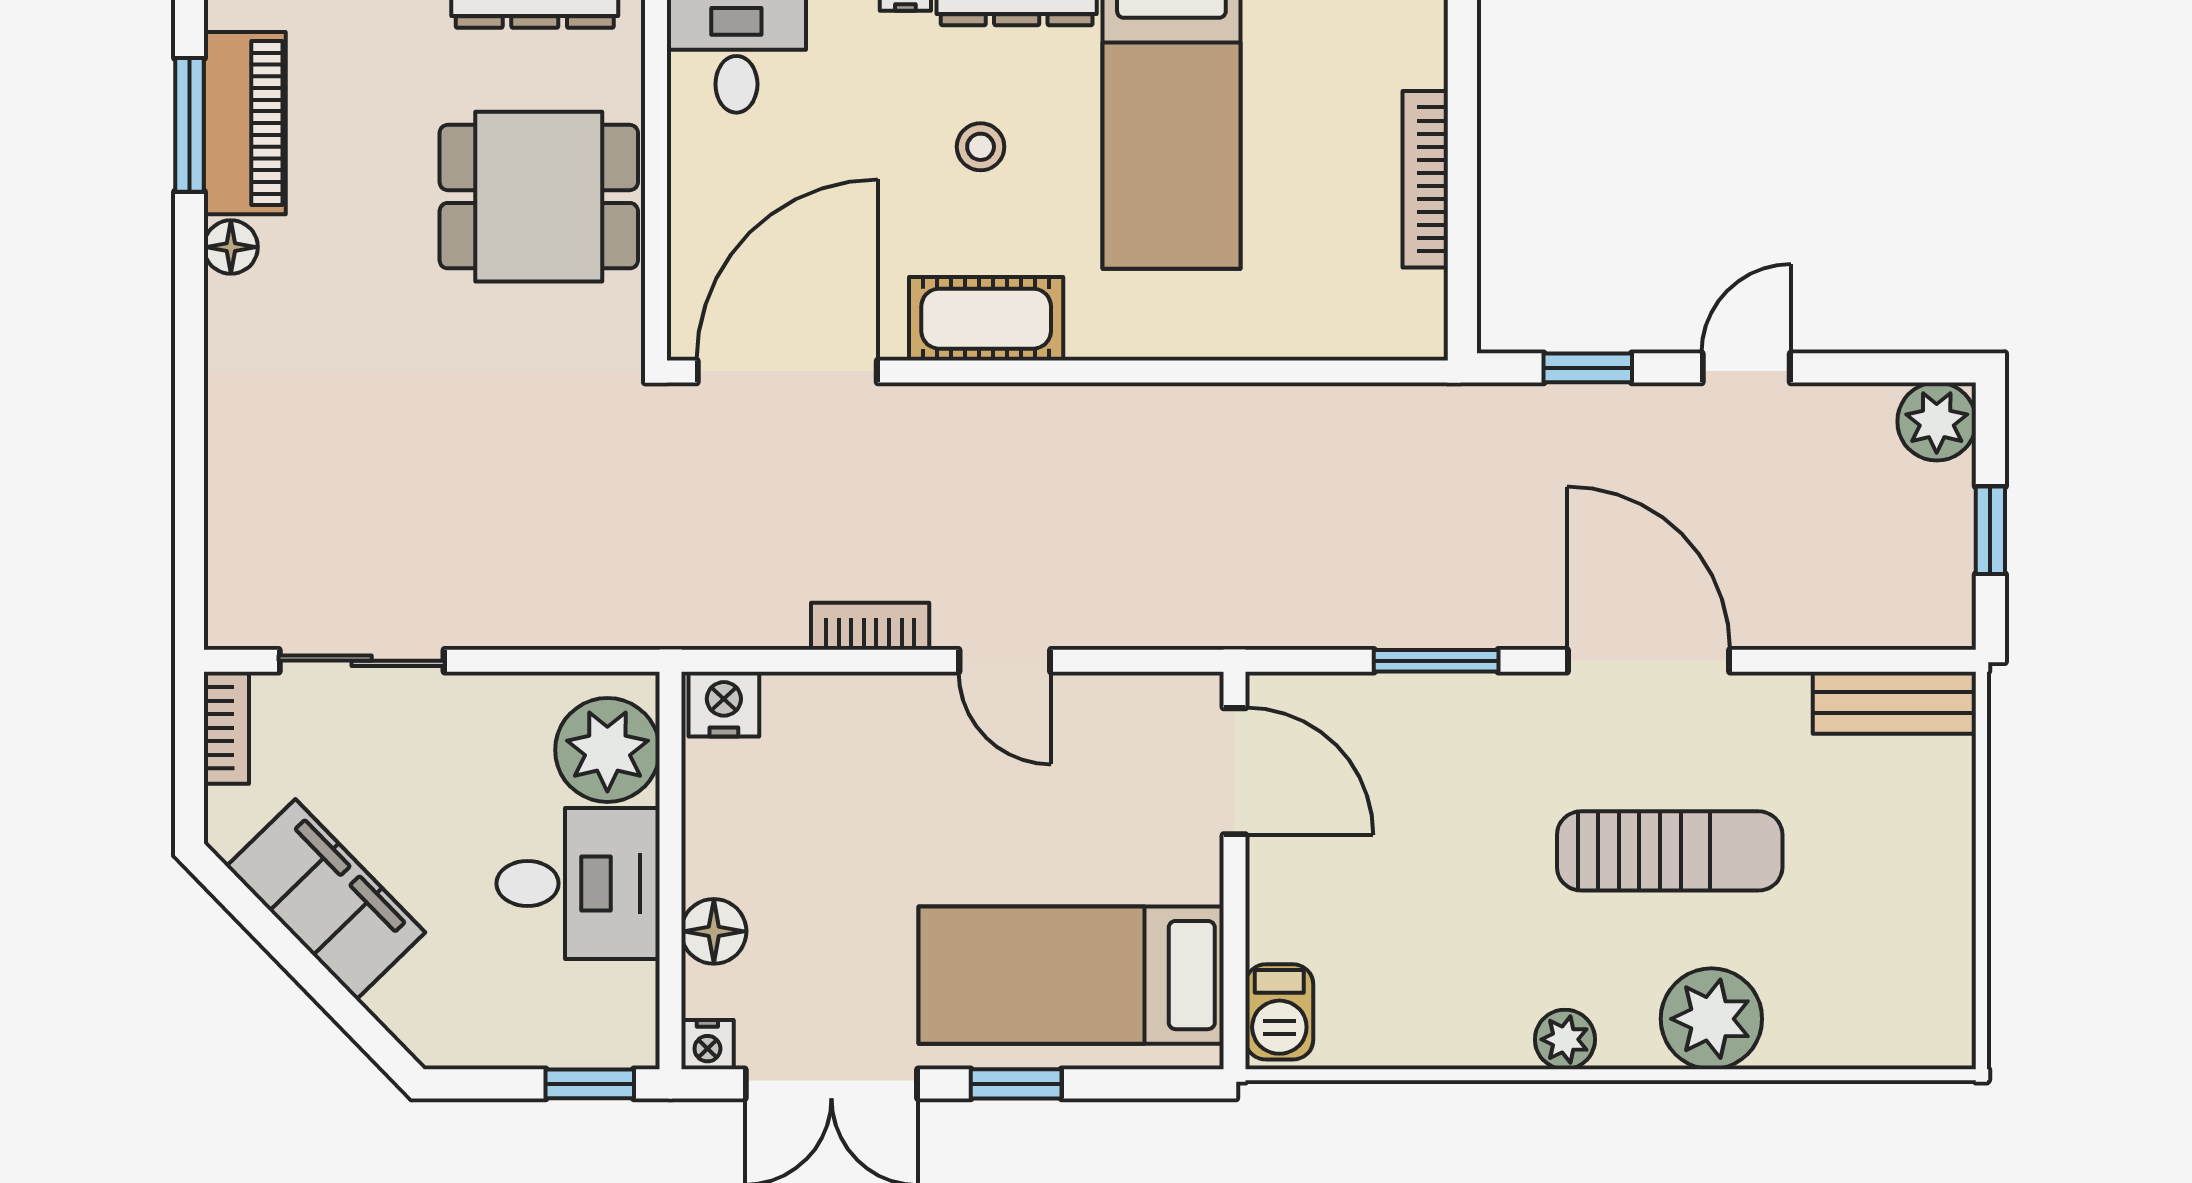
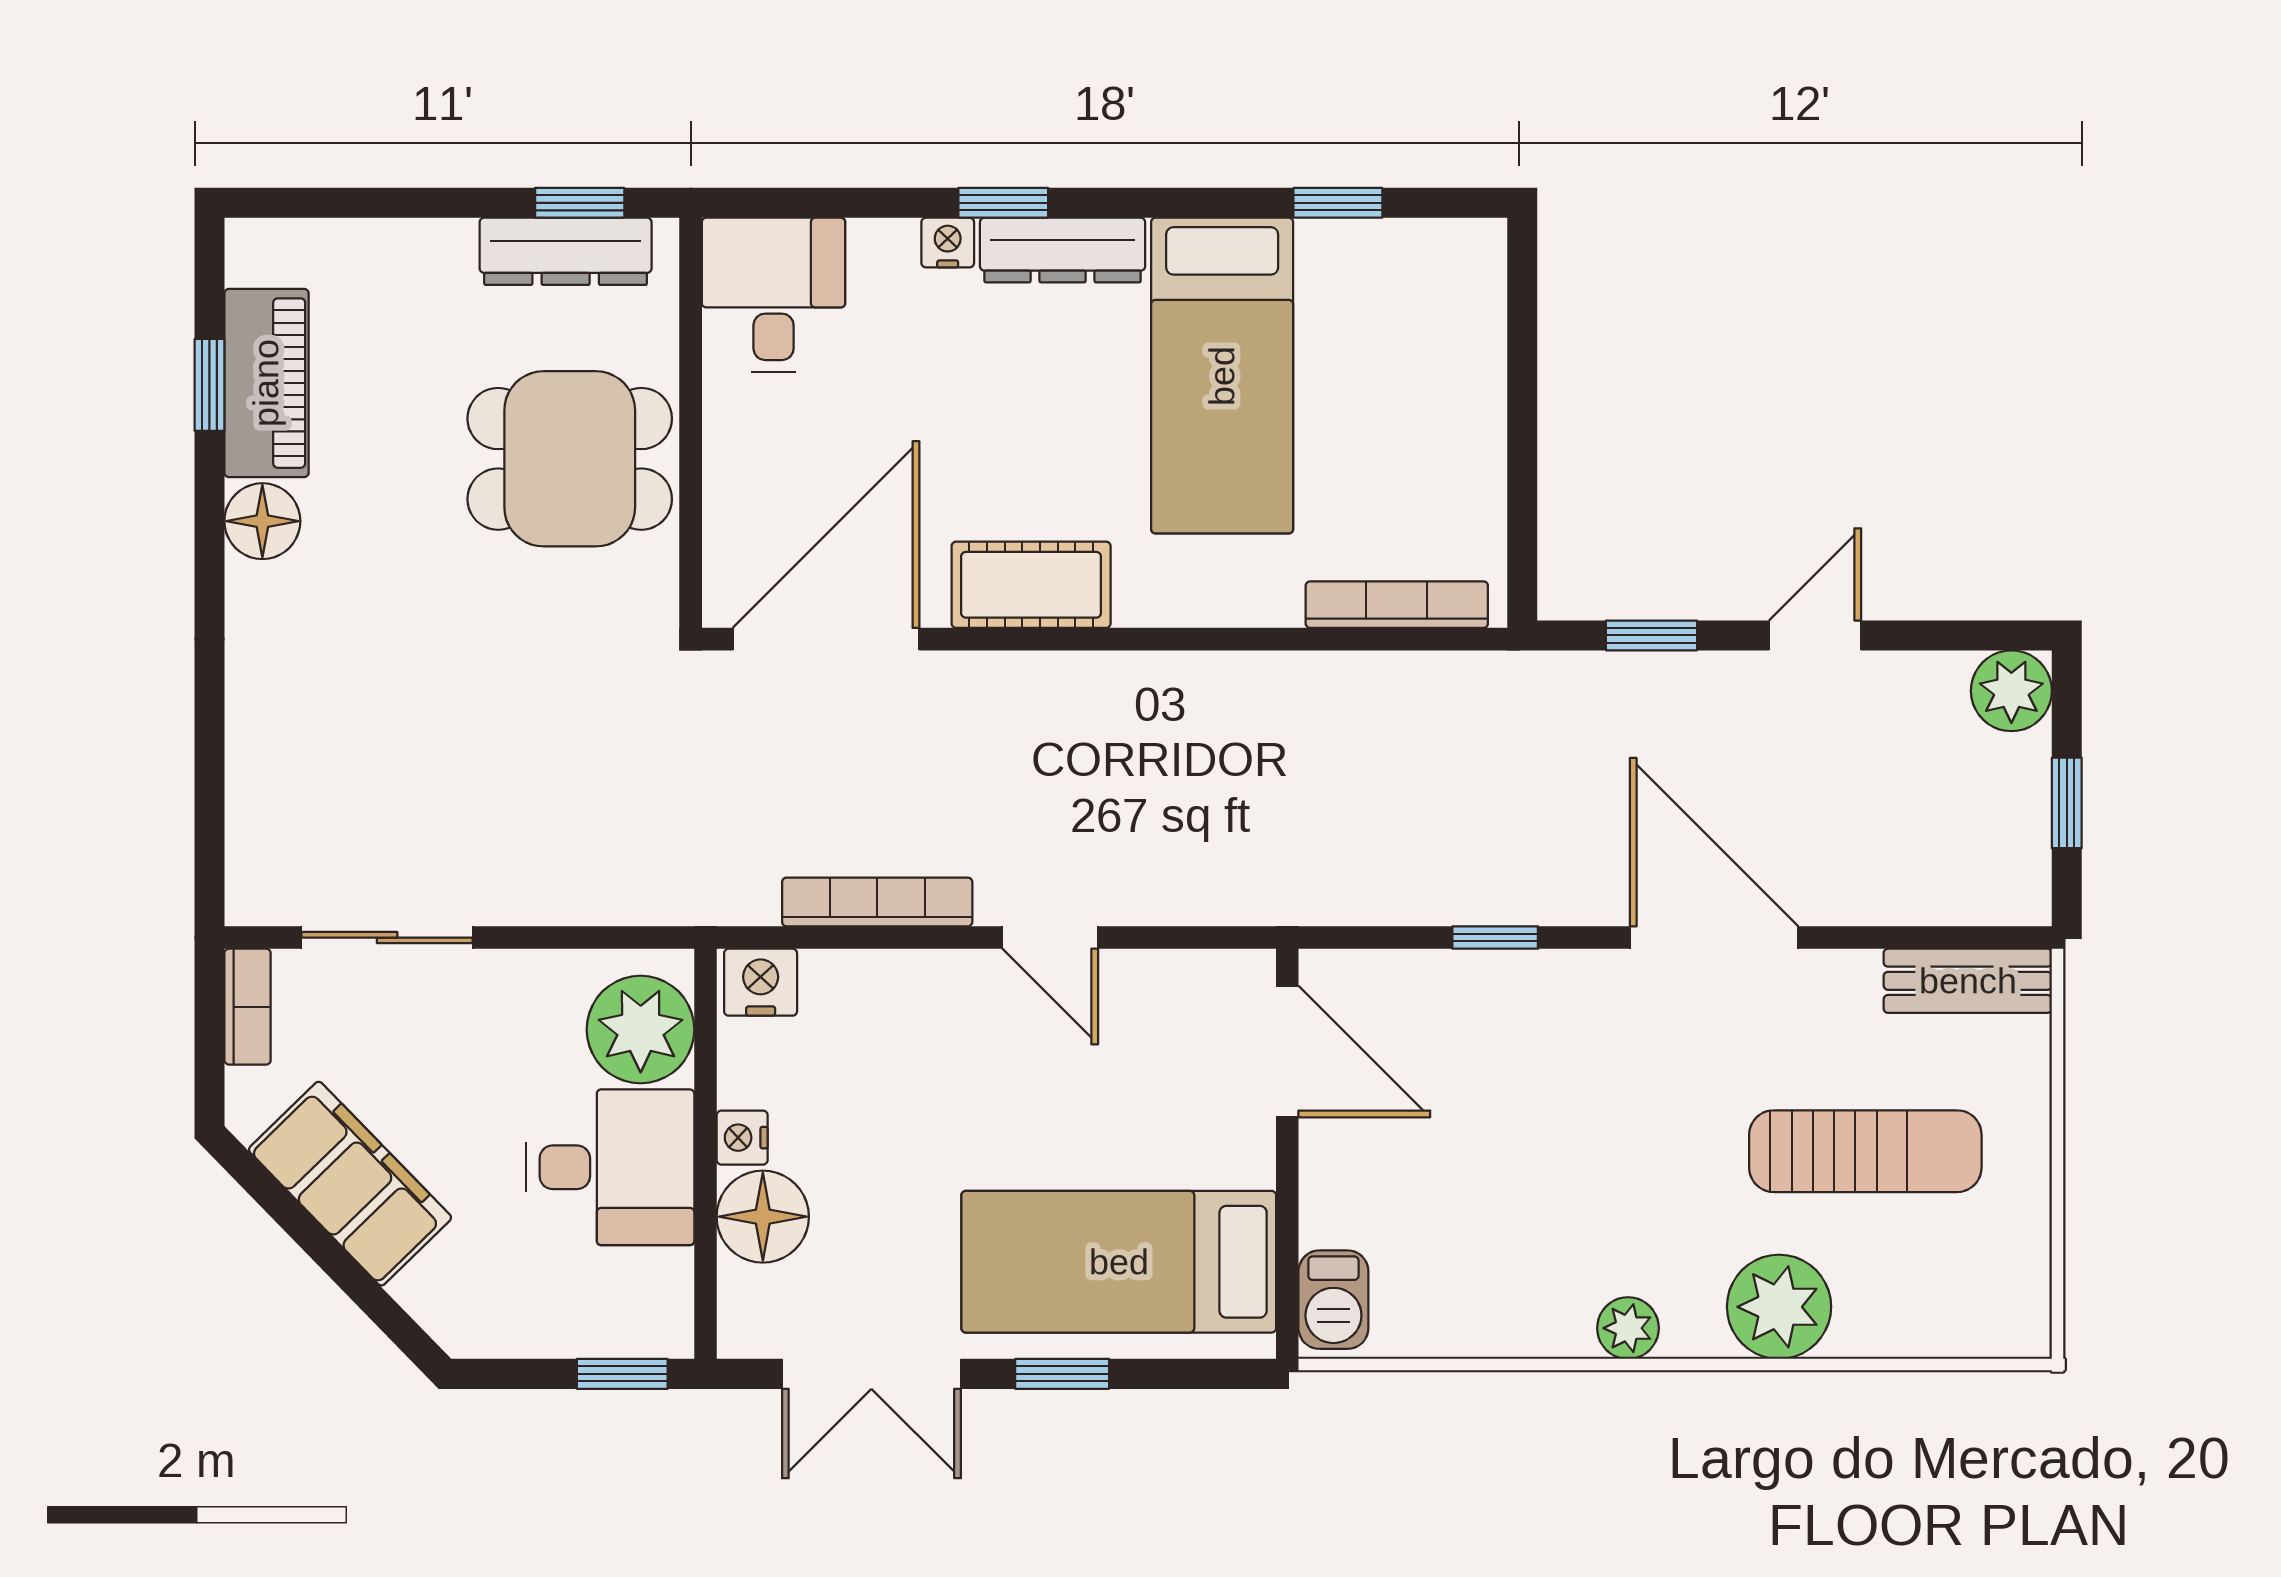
window: (189, 125) -> (209, 385), width x0.67
stool: (981, 147) -> (1025, 408), removed
bookcase: (1425, 179) -> (1397, 605), moved, turned 90
floor lamp: (231, 247) -> (262, 521), width x1.37, depth x1.37
bookcase: (870, 626) -> (877, 902), width x1.56
window: (1436, 661) -> (1495, 938), width x0.67
sun lounger: (1670, 851) -> (1865, 1151), moved
floor lamp: (714, 931) -> (763, 1217), width x1.38, depth x1.38
nightstand: (707, 1045) -> (742, 1138), moved, turned 90

